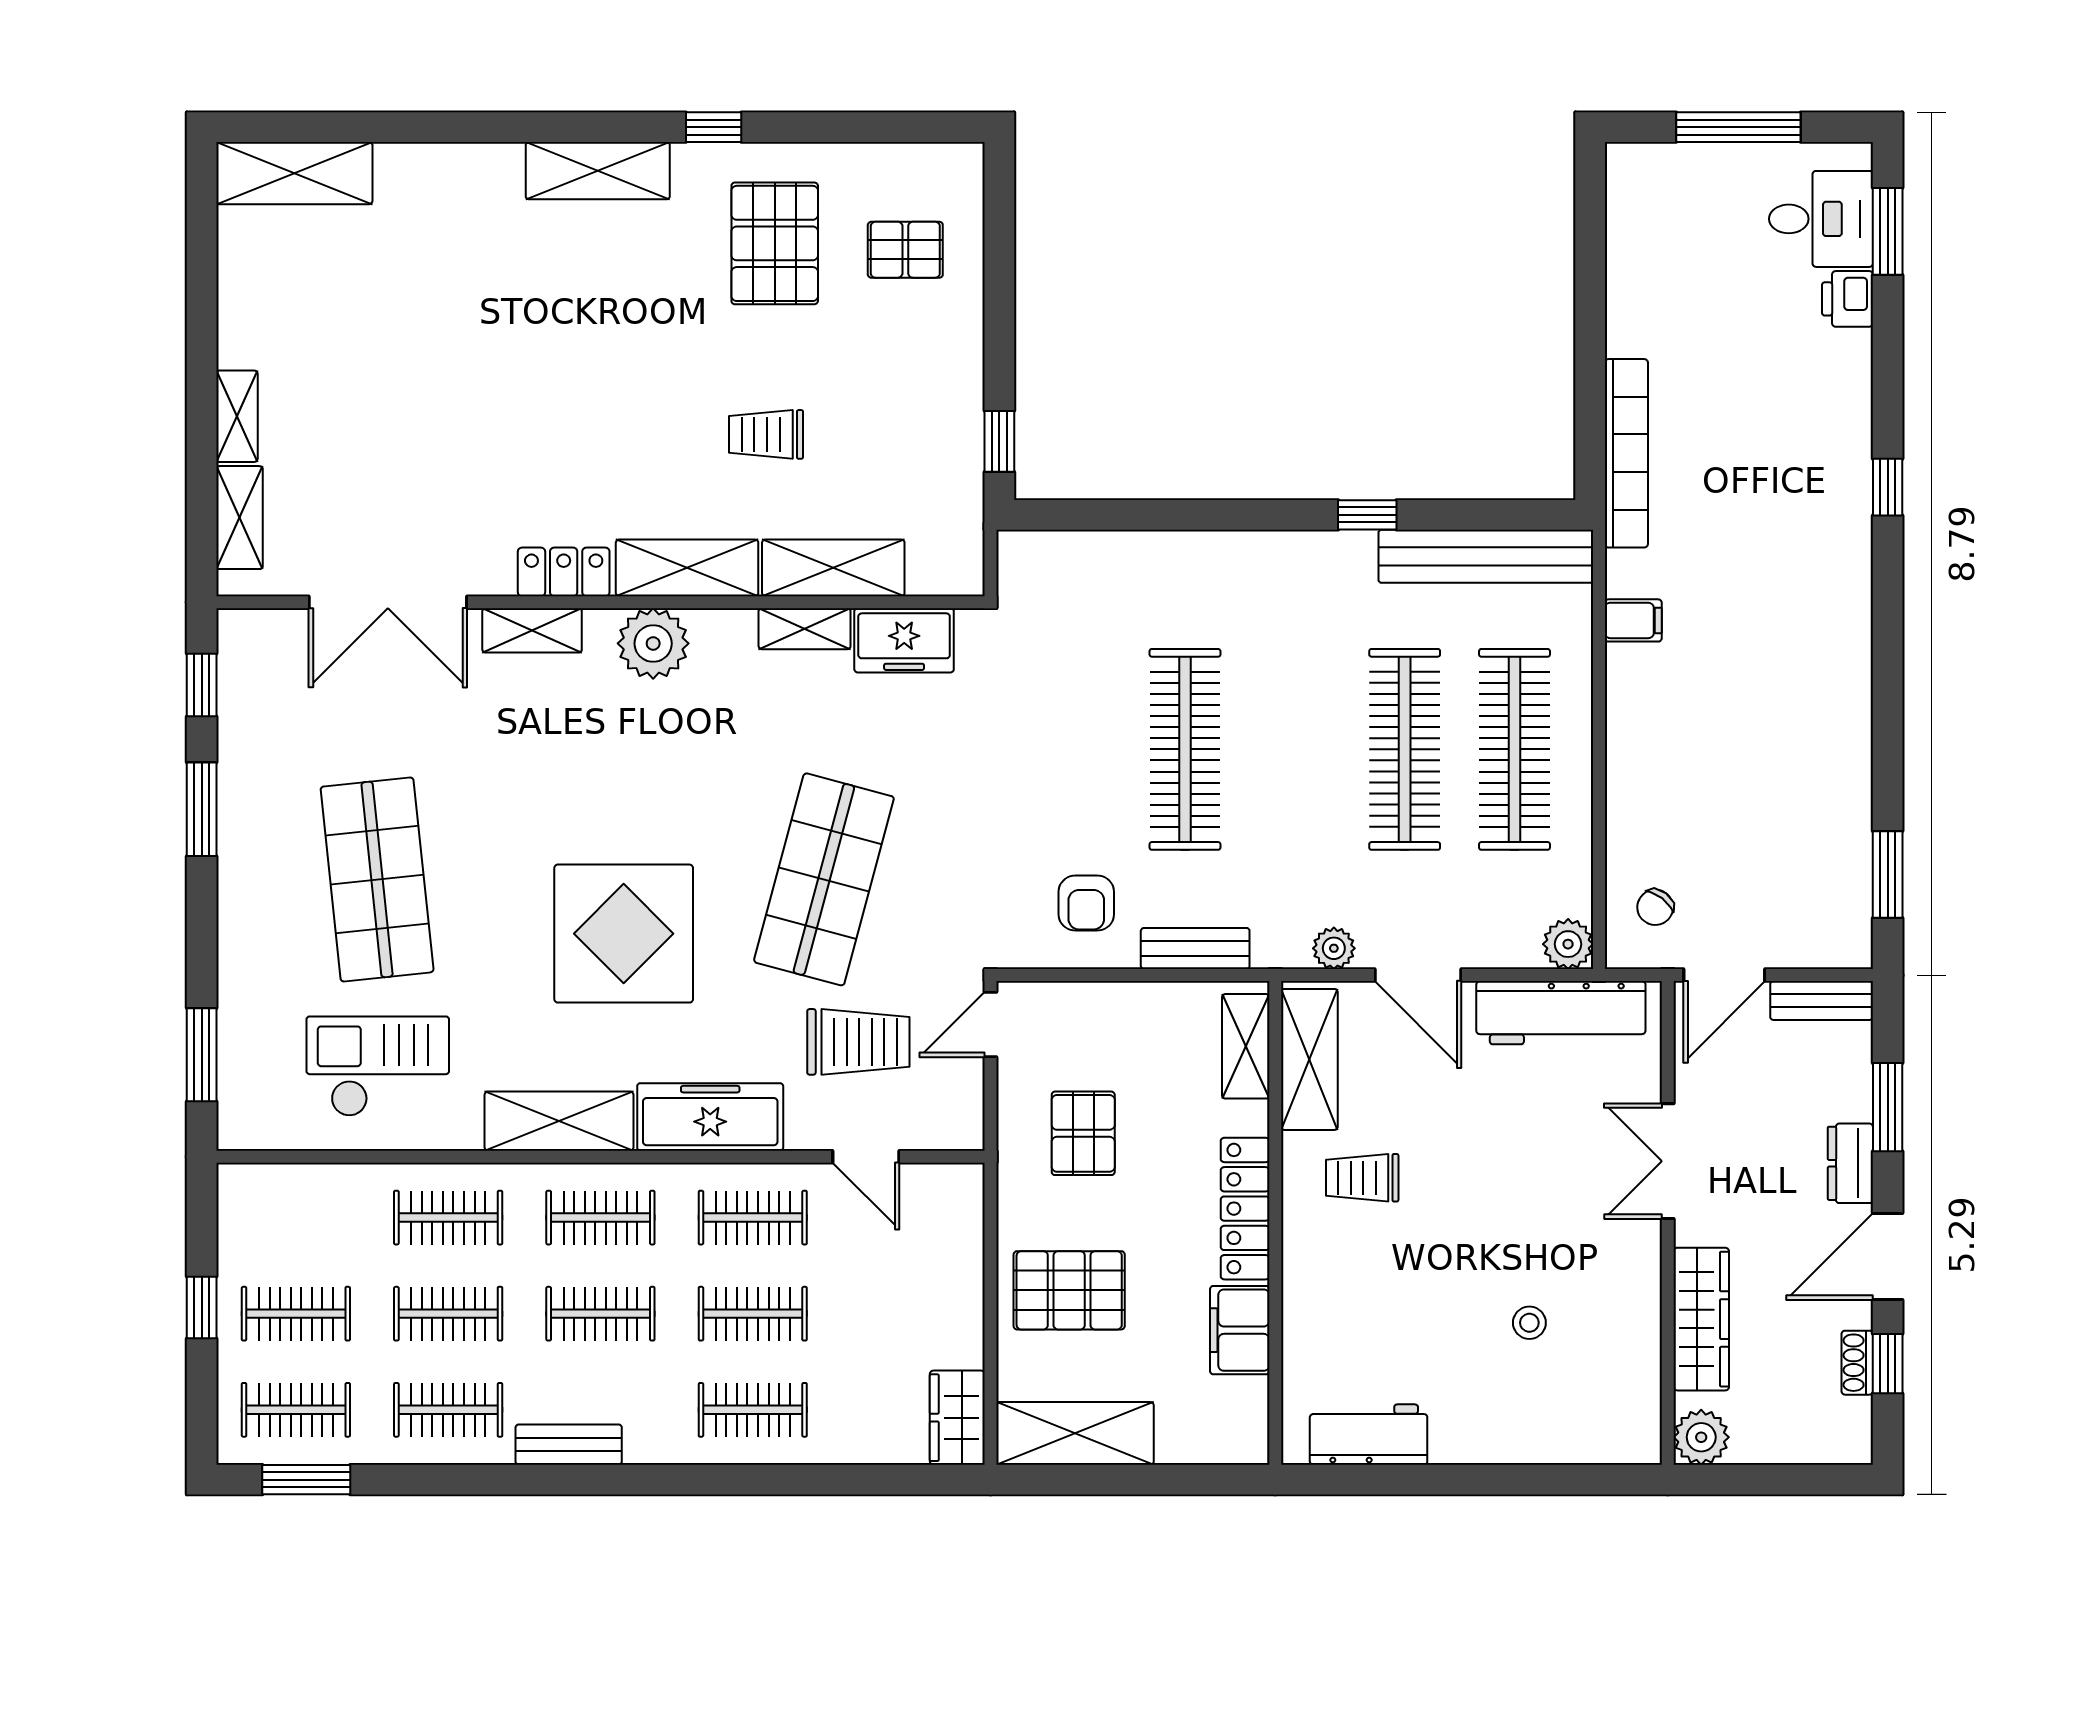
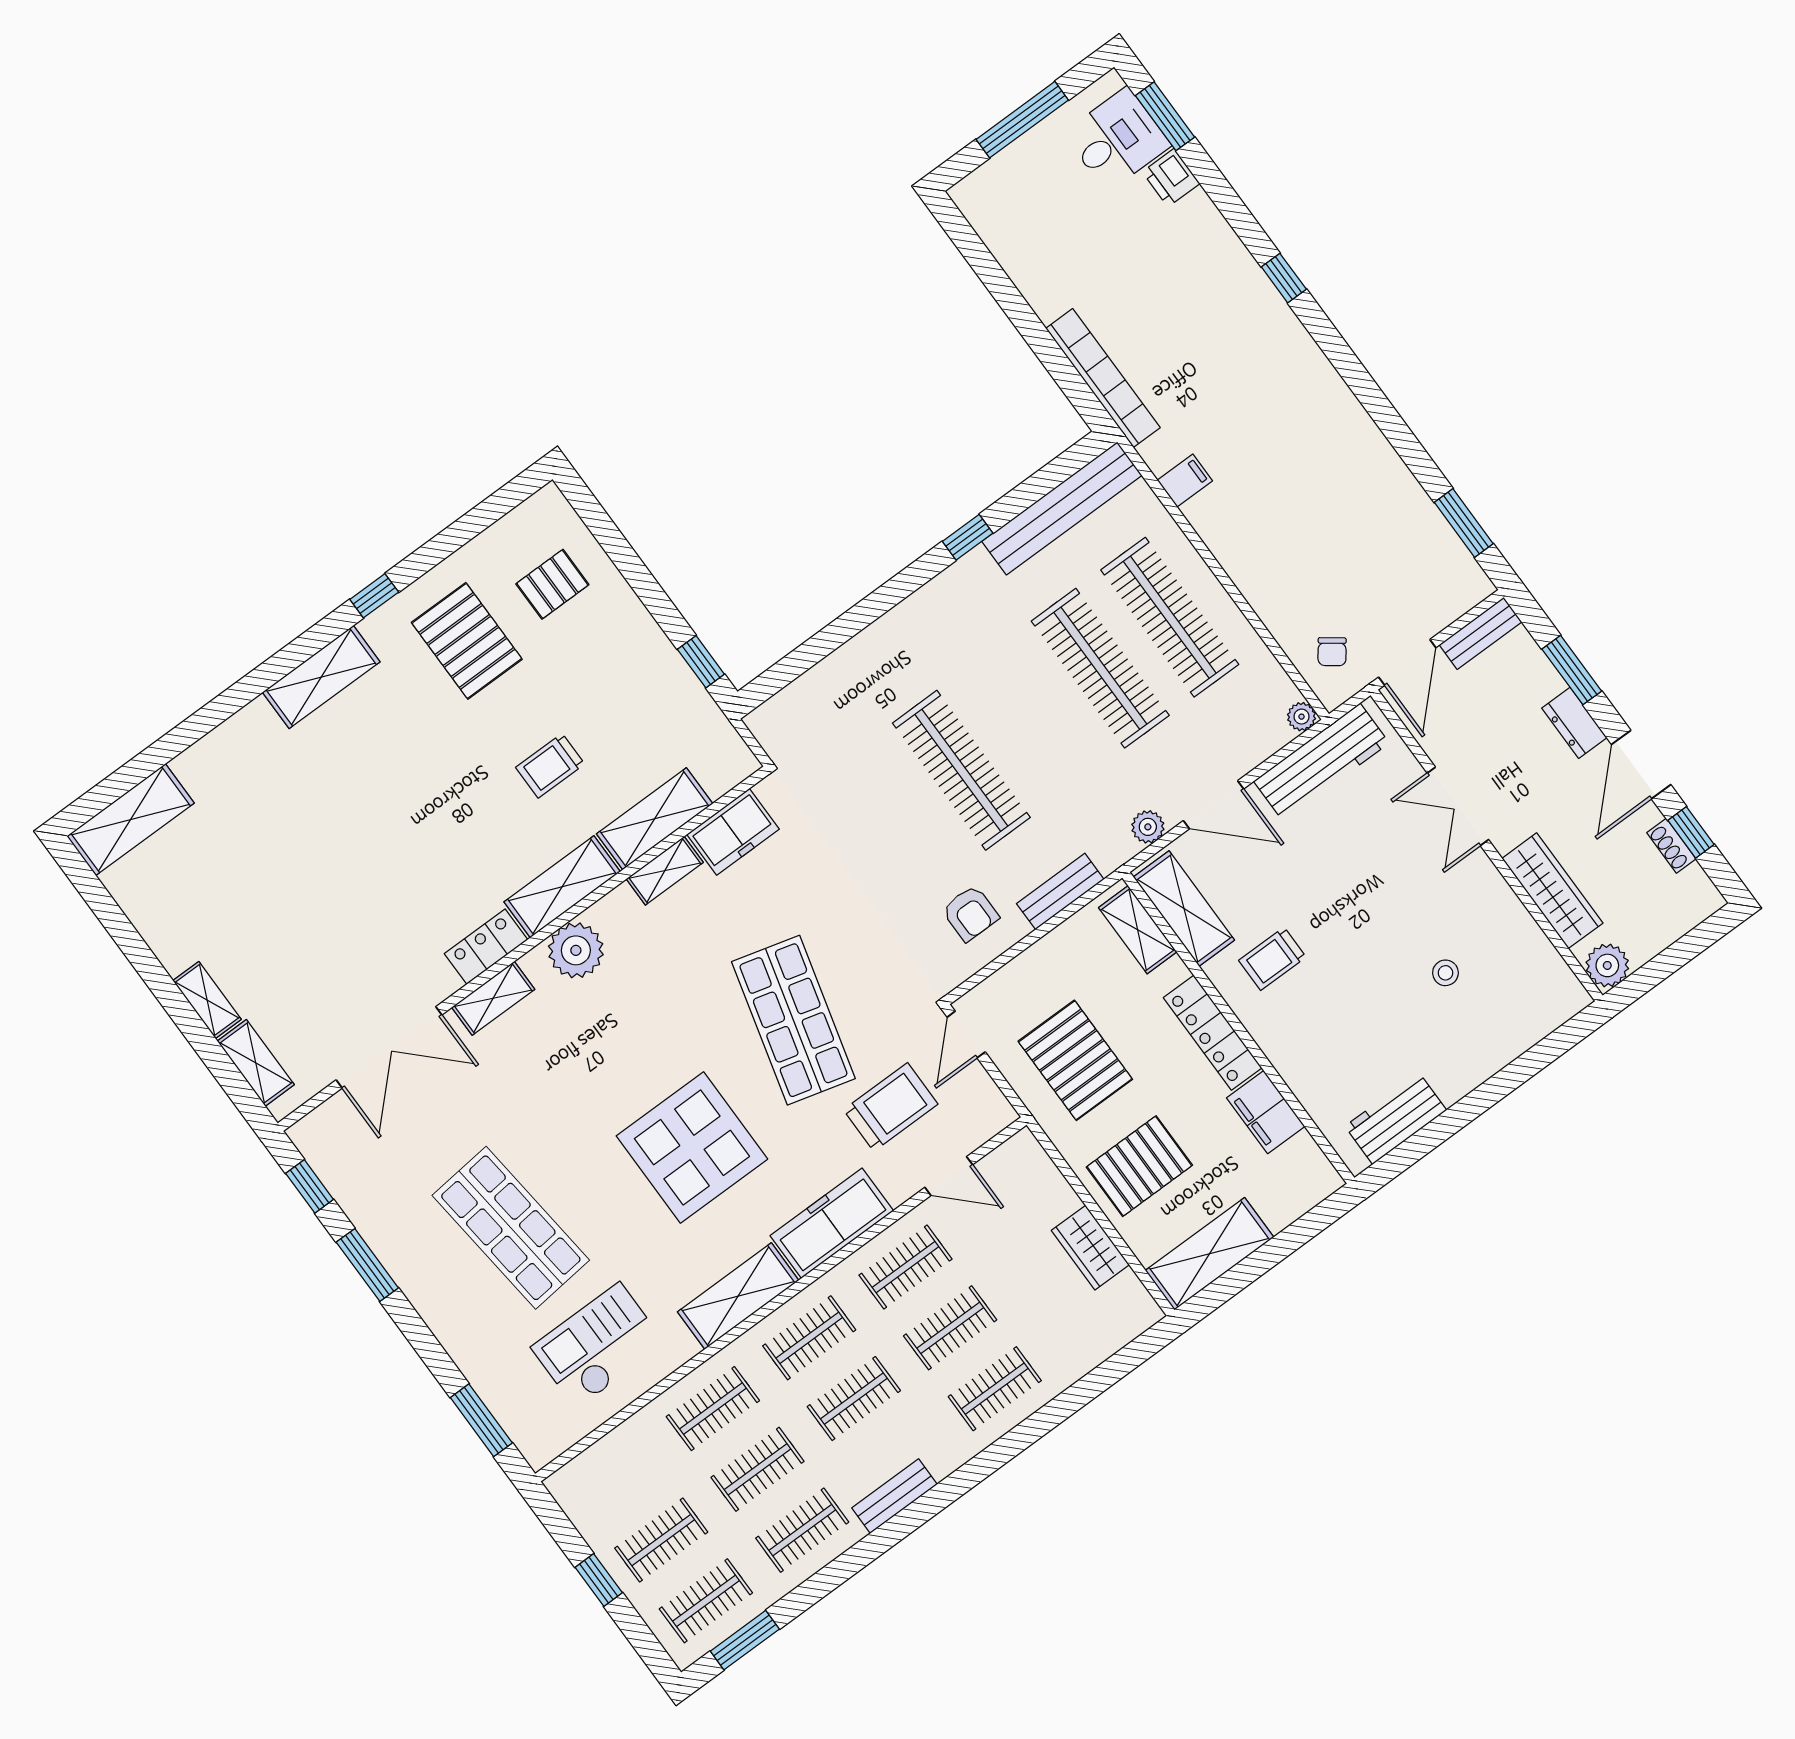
plant: (1568, 944) -> (1302, 717), width x0.73, depth x0.73
pallet: (1083, 1133) -> (1075, 1060), width x1.50, depth x1.42
wardrobe: (957, 1418) -> (1090, 1248), moved

